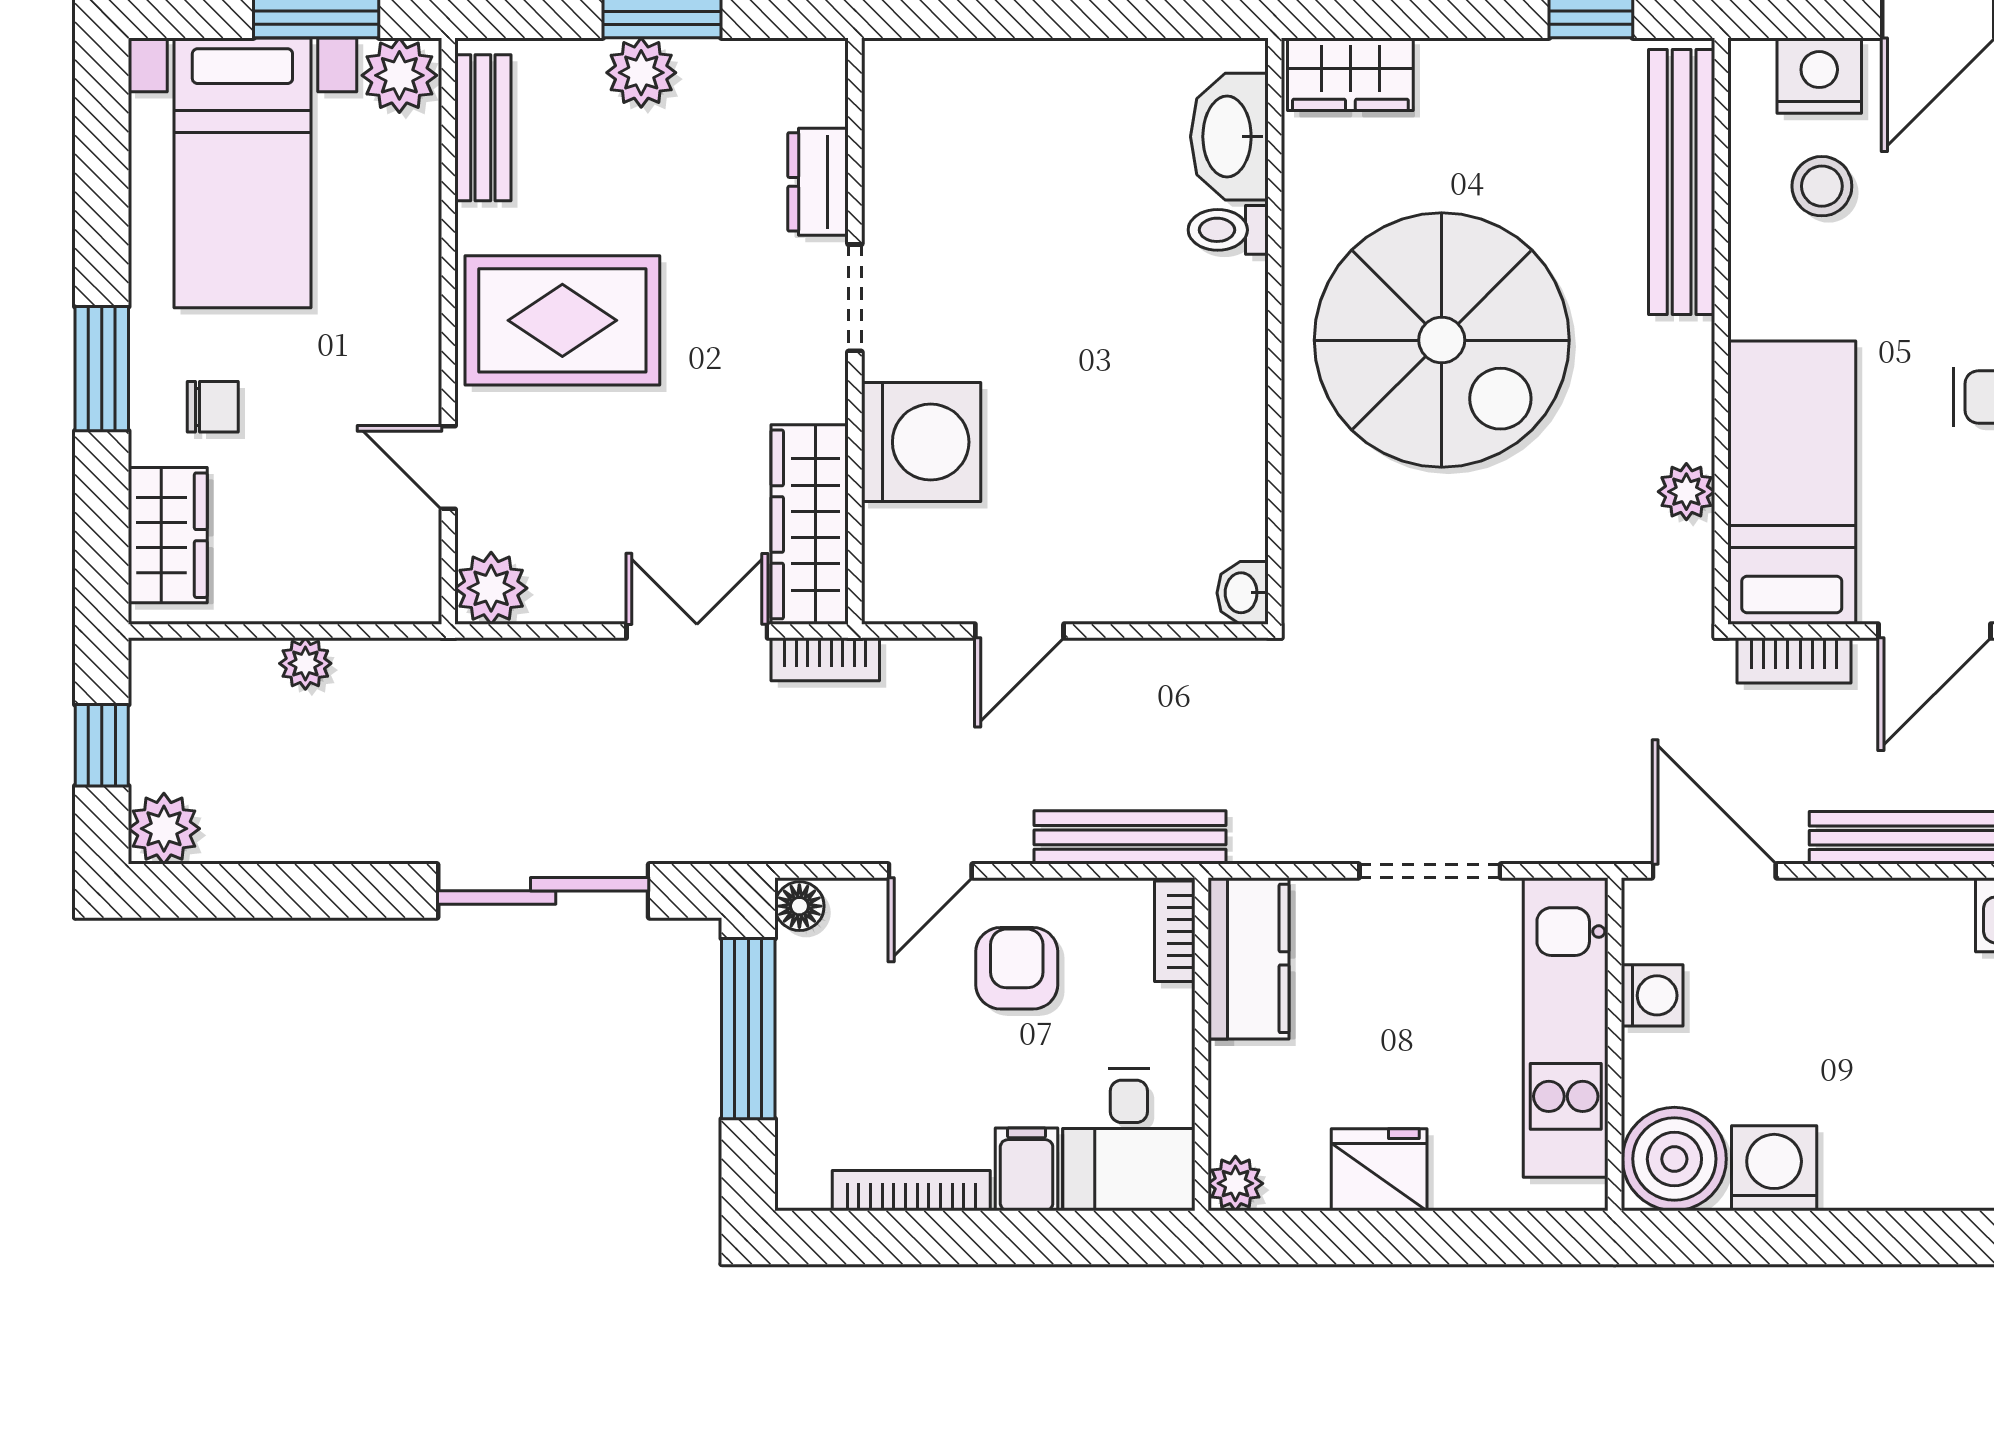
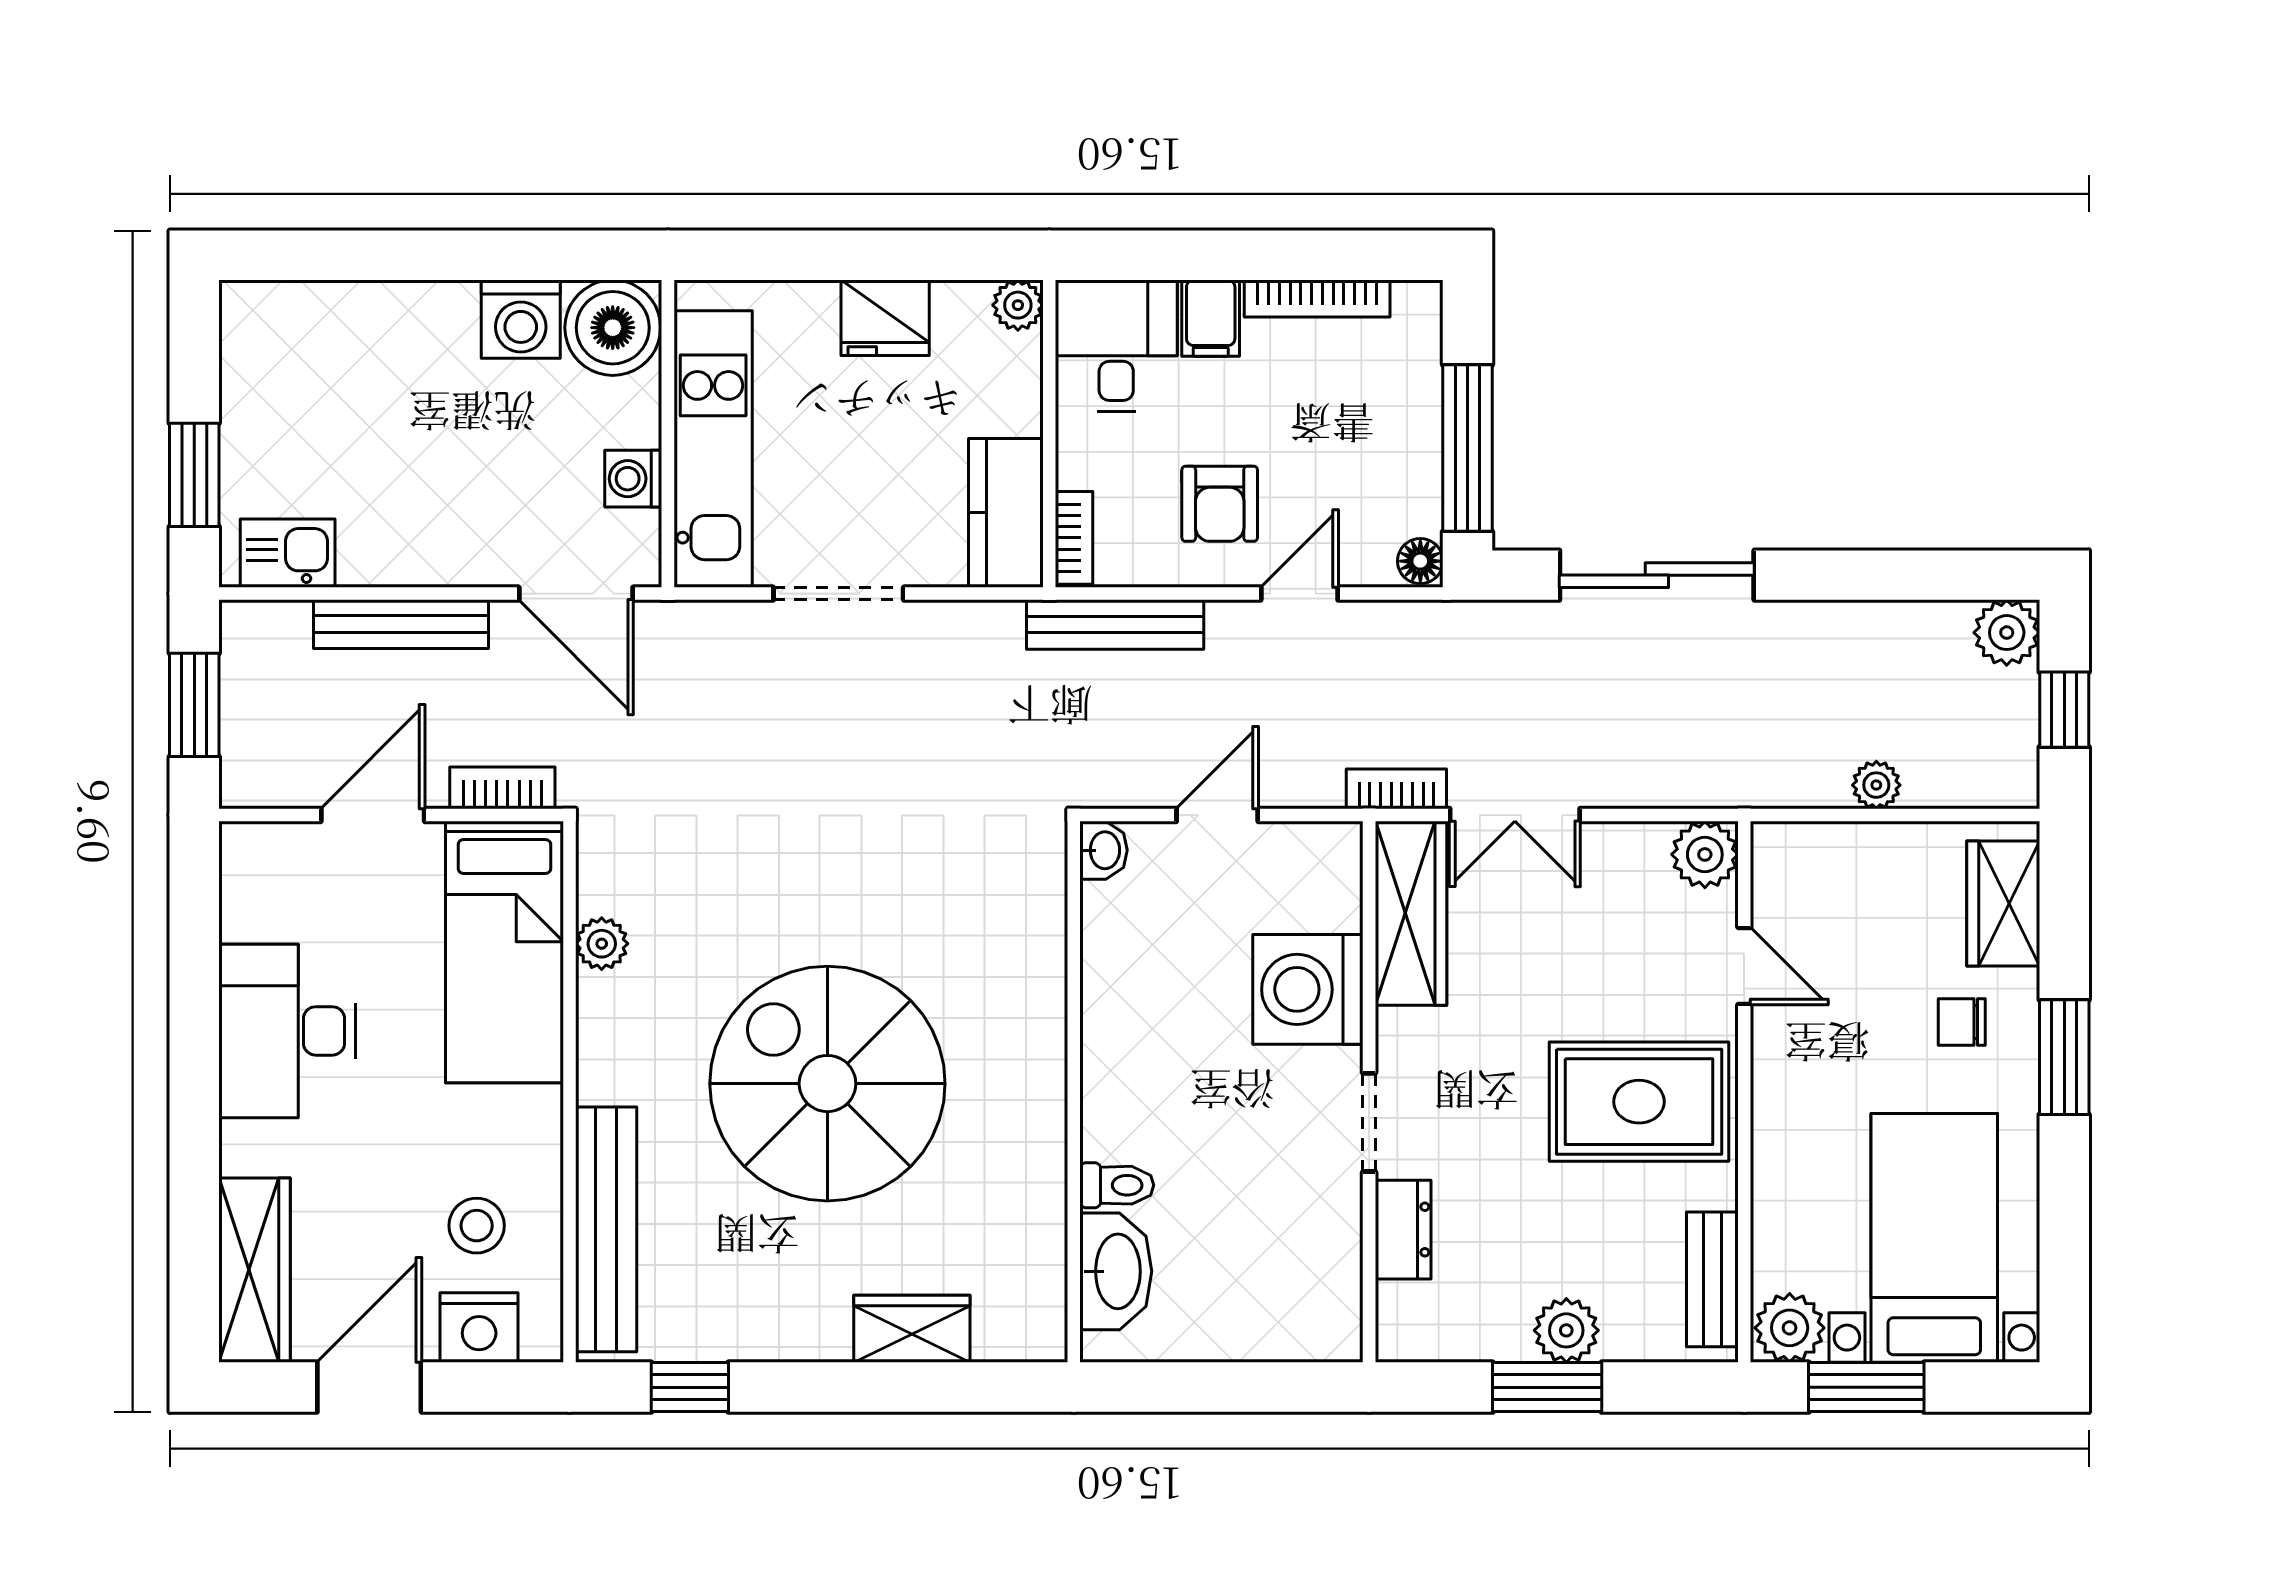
washbasin: (1229, 137) -> (1116, 1271), moved
toilet: (1228, 230) -> (1117, 1185), moved
wall: (1275, 331) -> (1074, 1092), moved
washbasin: (1243, 593) -> (1104, 850), moved

